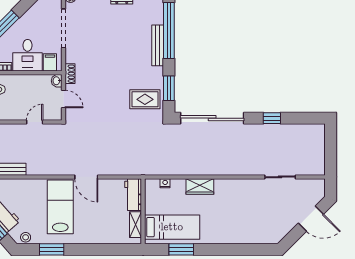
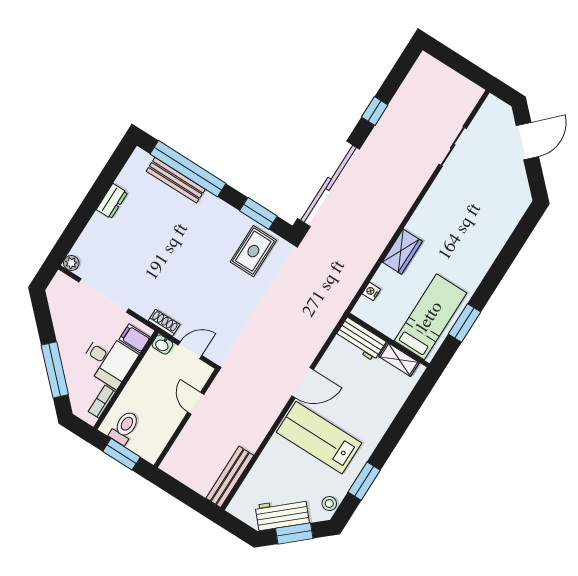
bench: (158, 45) -> (176, 180), moved

